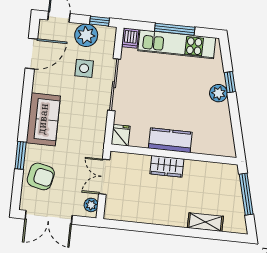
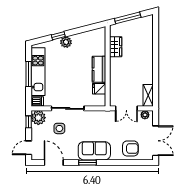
plant: (86, 35) -> (38, 118), moved
fridge: (121, 135) -> (99, 89), moved
window: (21, 155) -> (87, 163), moved
wardrobe: (167, 166) -> (116, 47), moved
armchair: (41, 176) -> (130, 148), turned 78
shelving: (205, 222) -> (148, 95), moved

